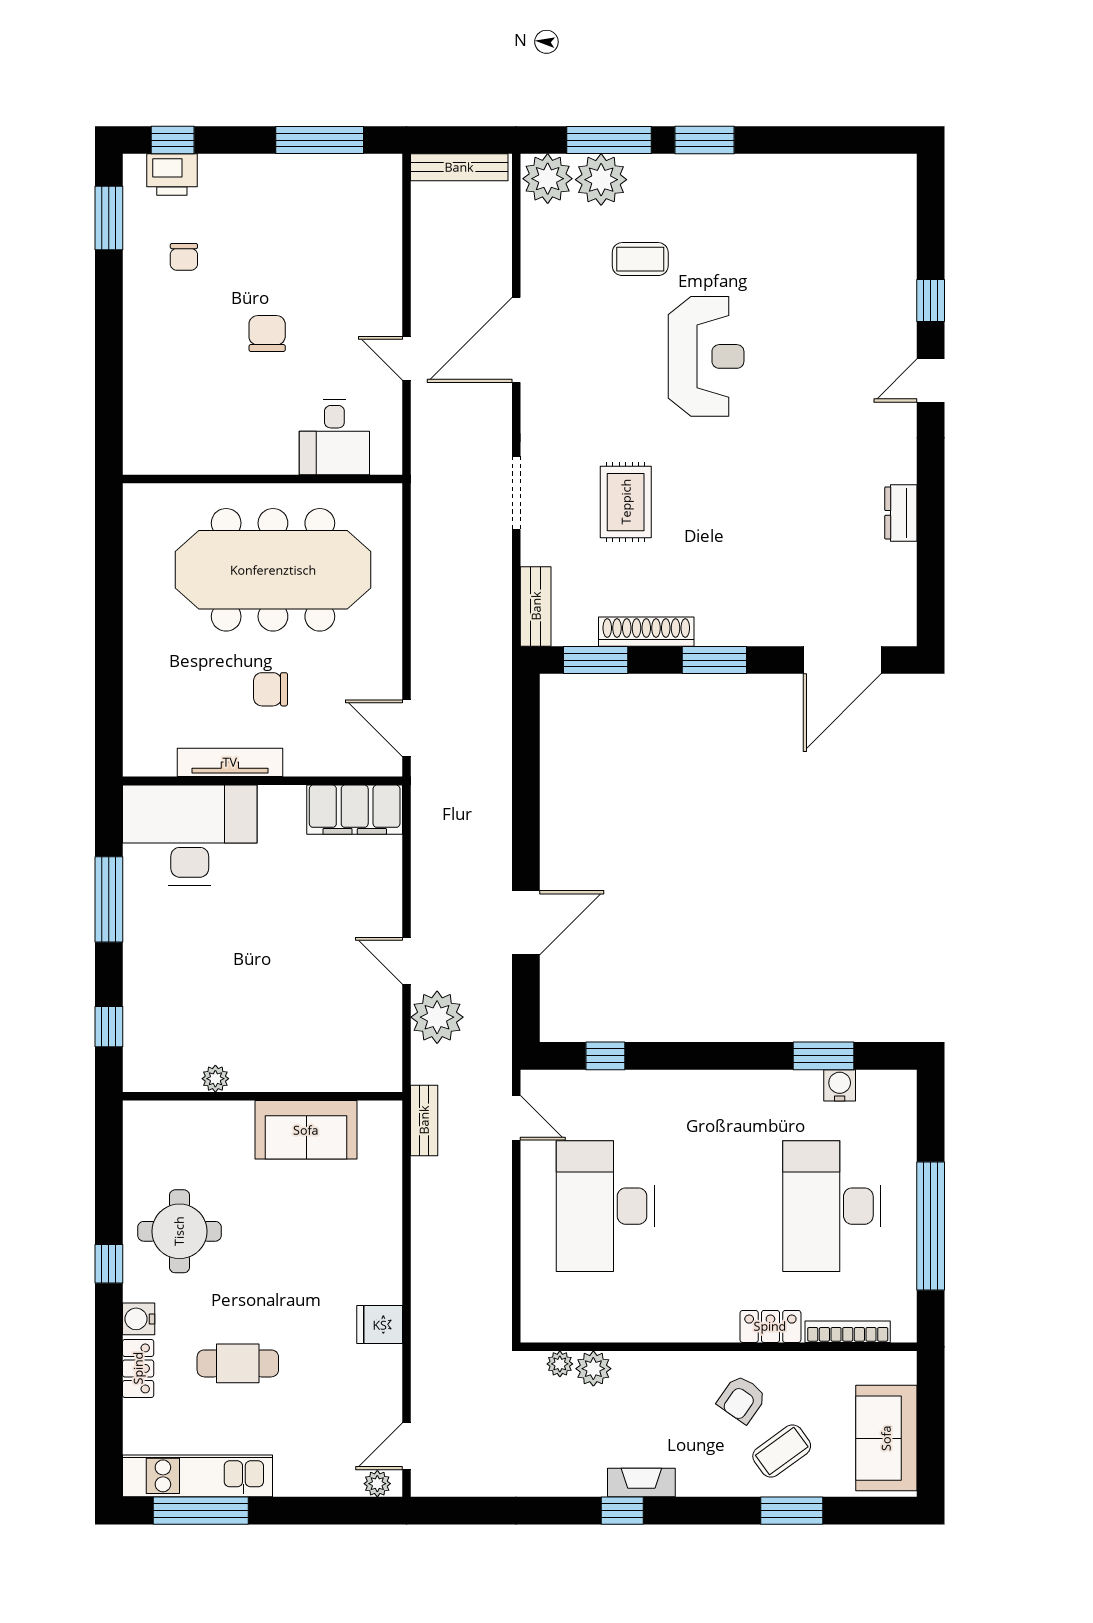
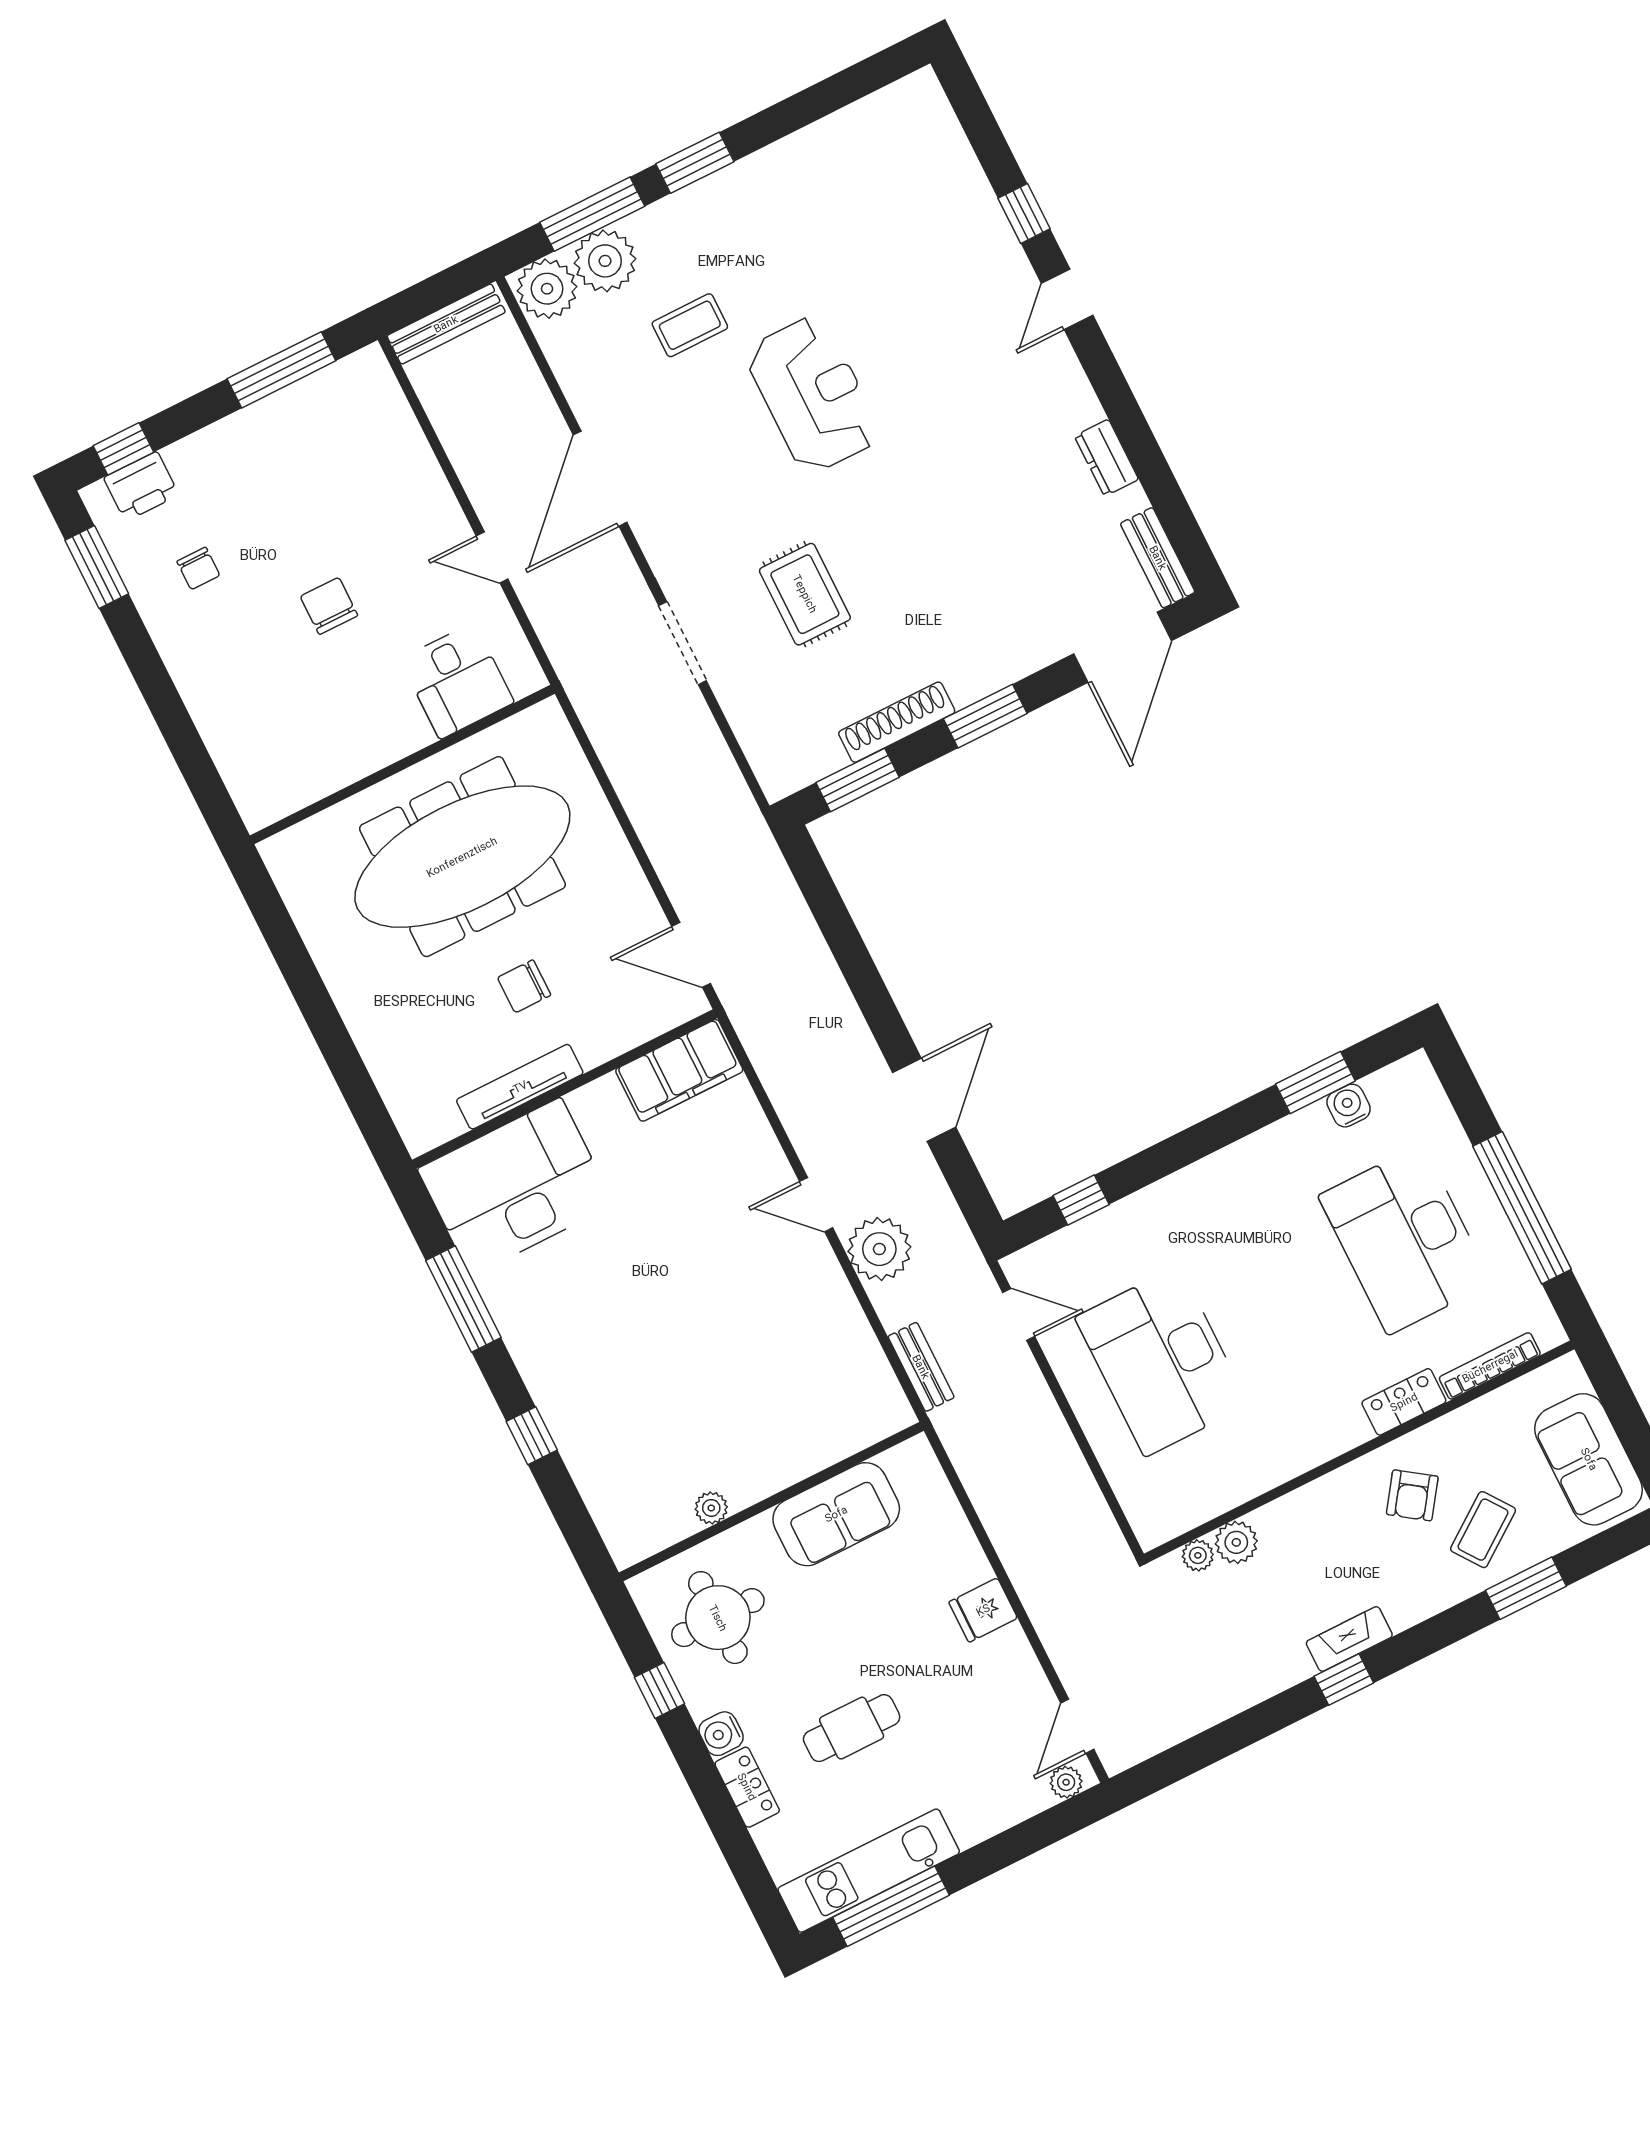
bench: (536, 606) -> (1158, 558), moved
plant: (215, 1079) -> (711, 1508), moved
wall: (262, 1096) -> (771, 1502), moved
sofa: (306, 1130) -> (836, 1514), moved

